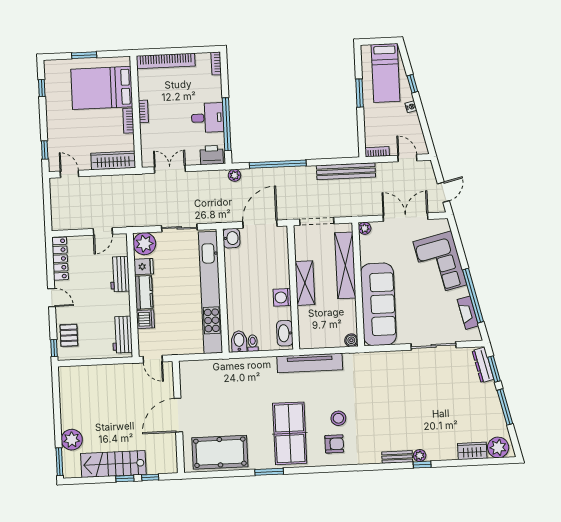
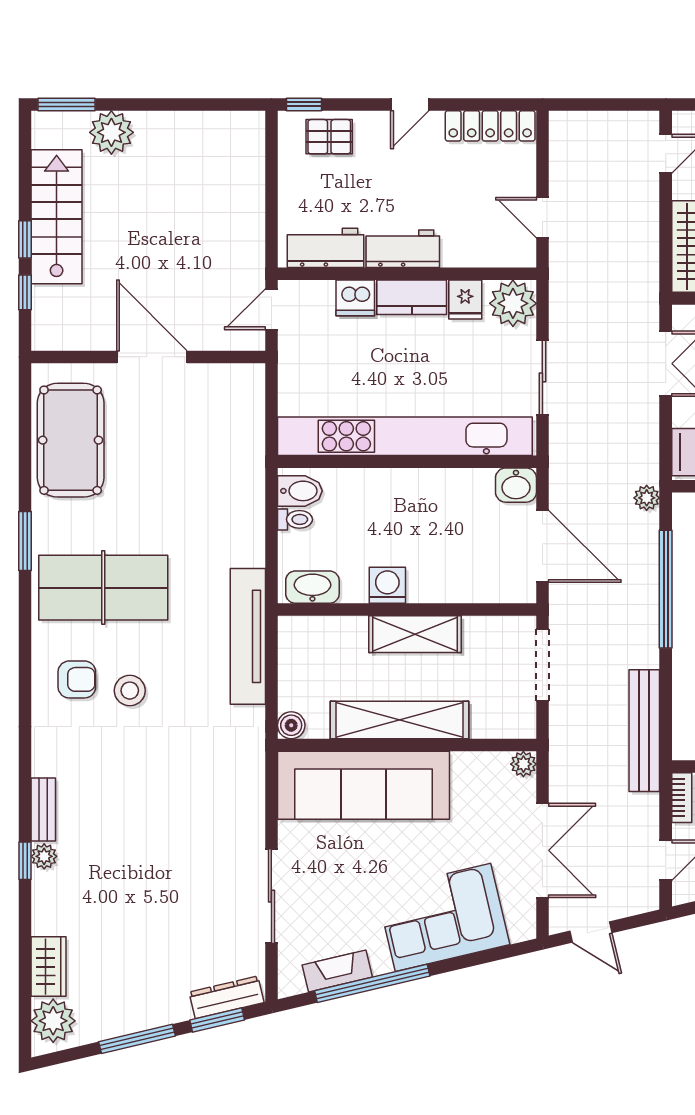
shelving: (345, 265) -> (400, 720), moved
workbench: (120, 274) -> (403, 249), moved
armchair: (334, 444) -> (77, 679), turned -90

